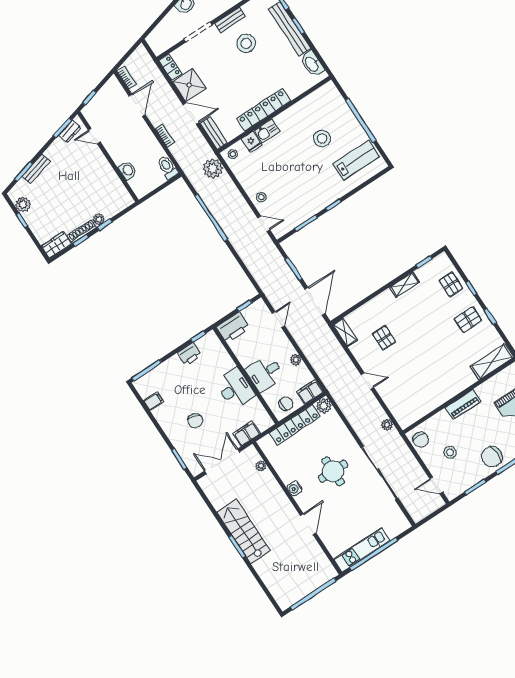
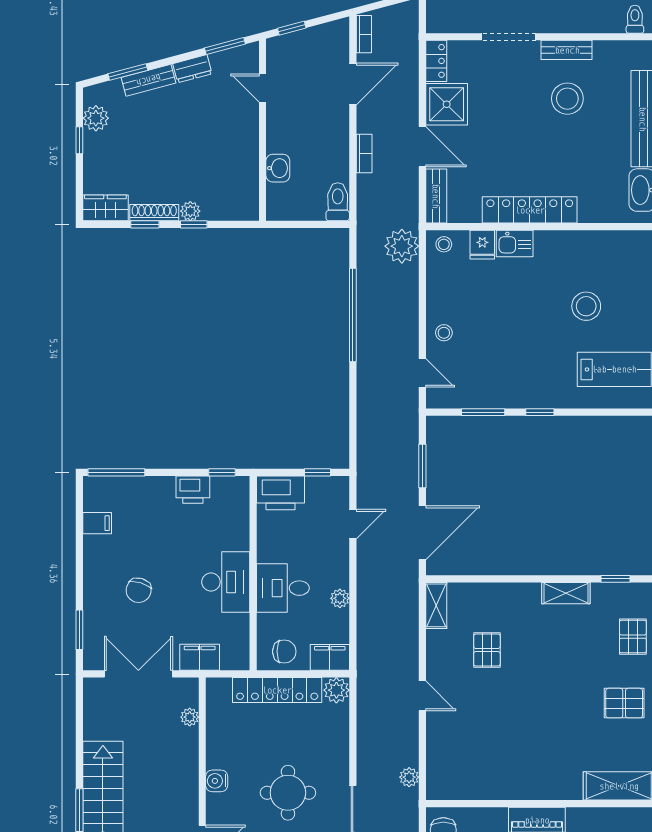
dresser: (70, 131) -> (192, 69), moved

